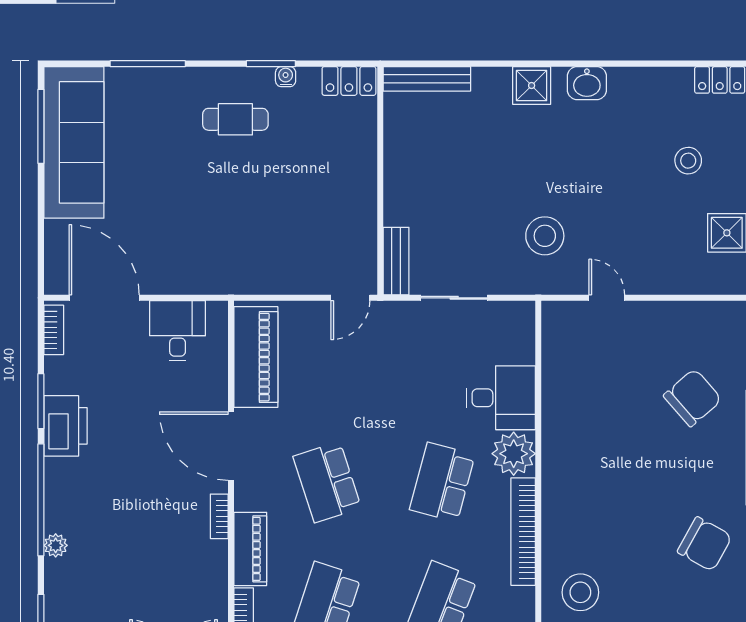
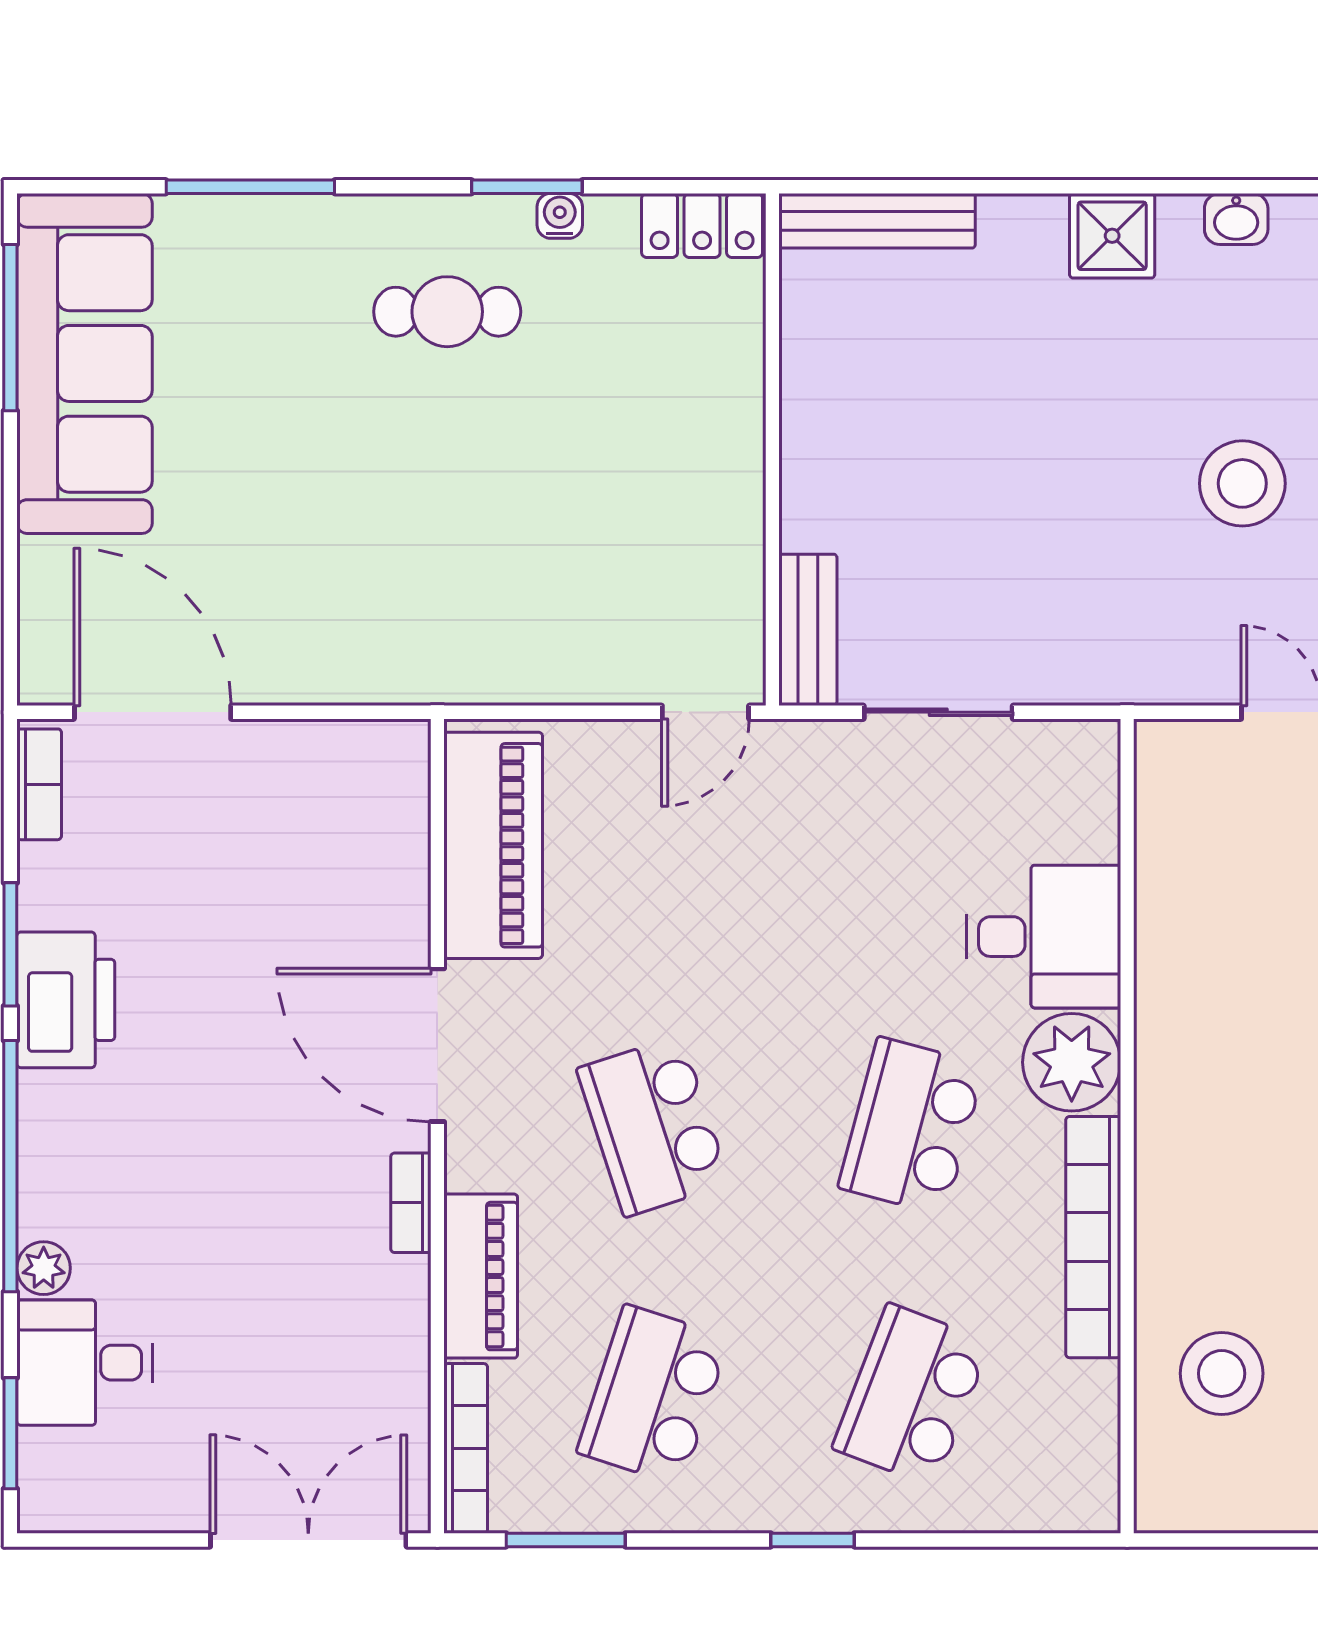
washbasin: (587, 83) -> (1236, 219), width x0.72, depth x0.69
stool: (545, 236) -> (1242, 483), moved
desk: (178, 331) -> (85, 1363), moved, turned -90

